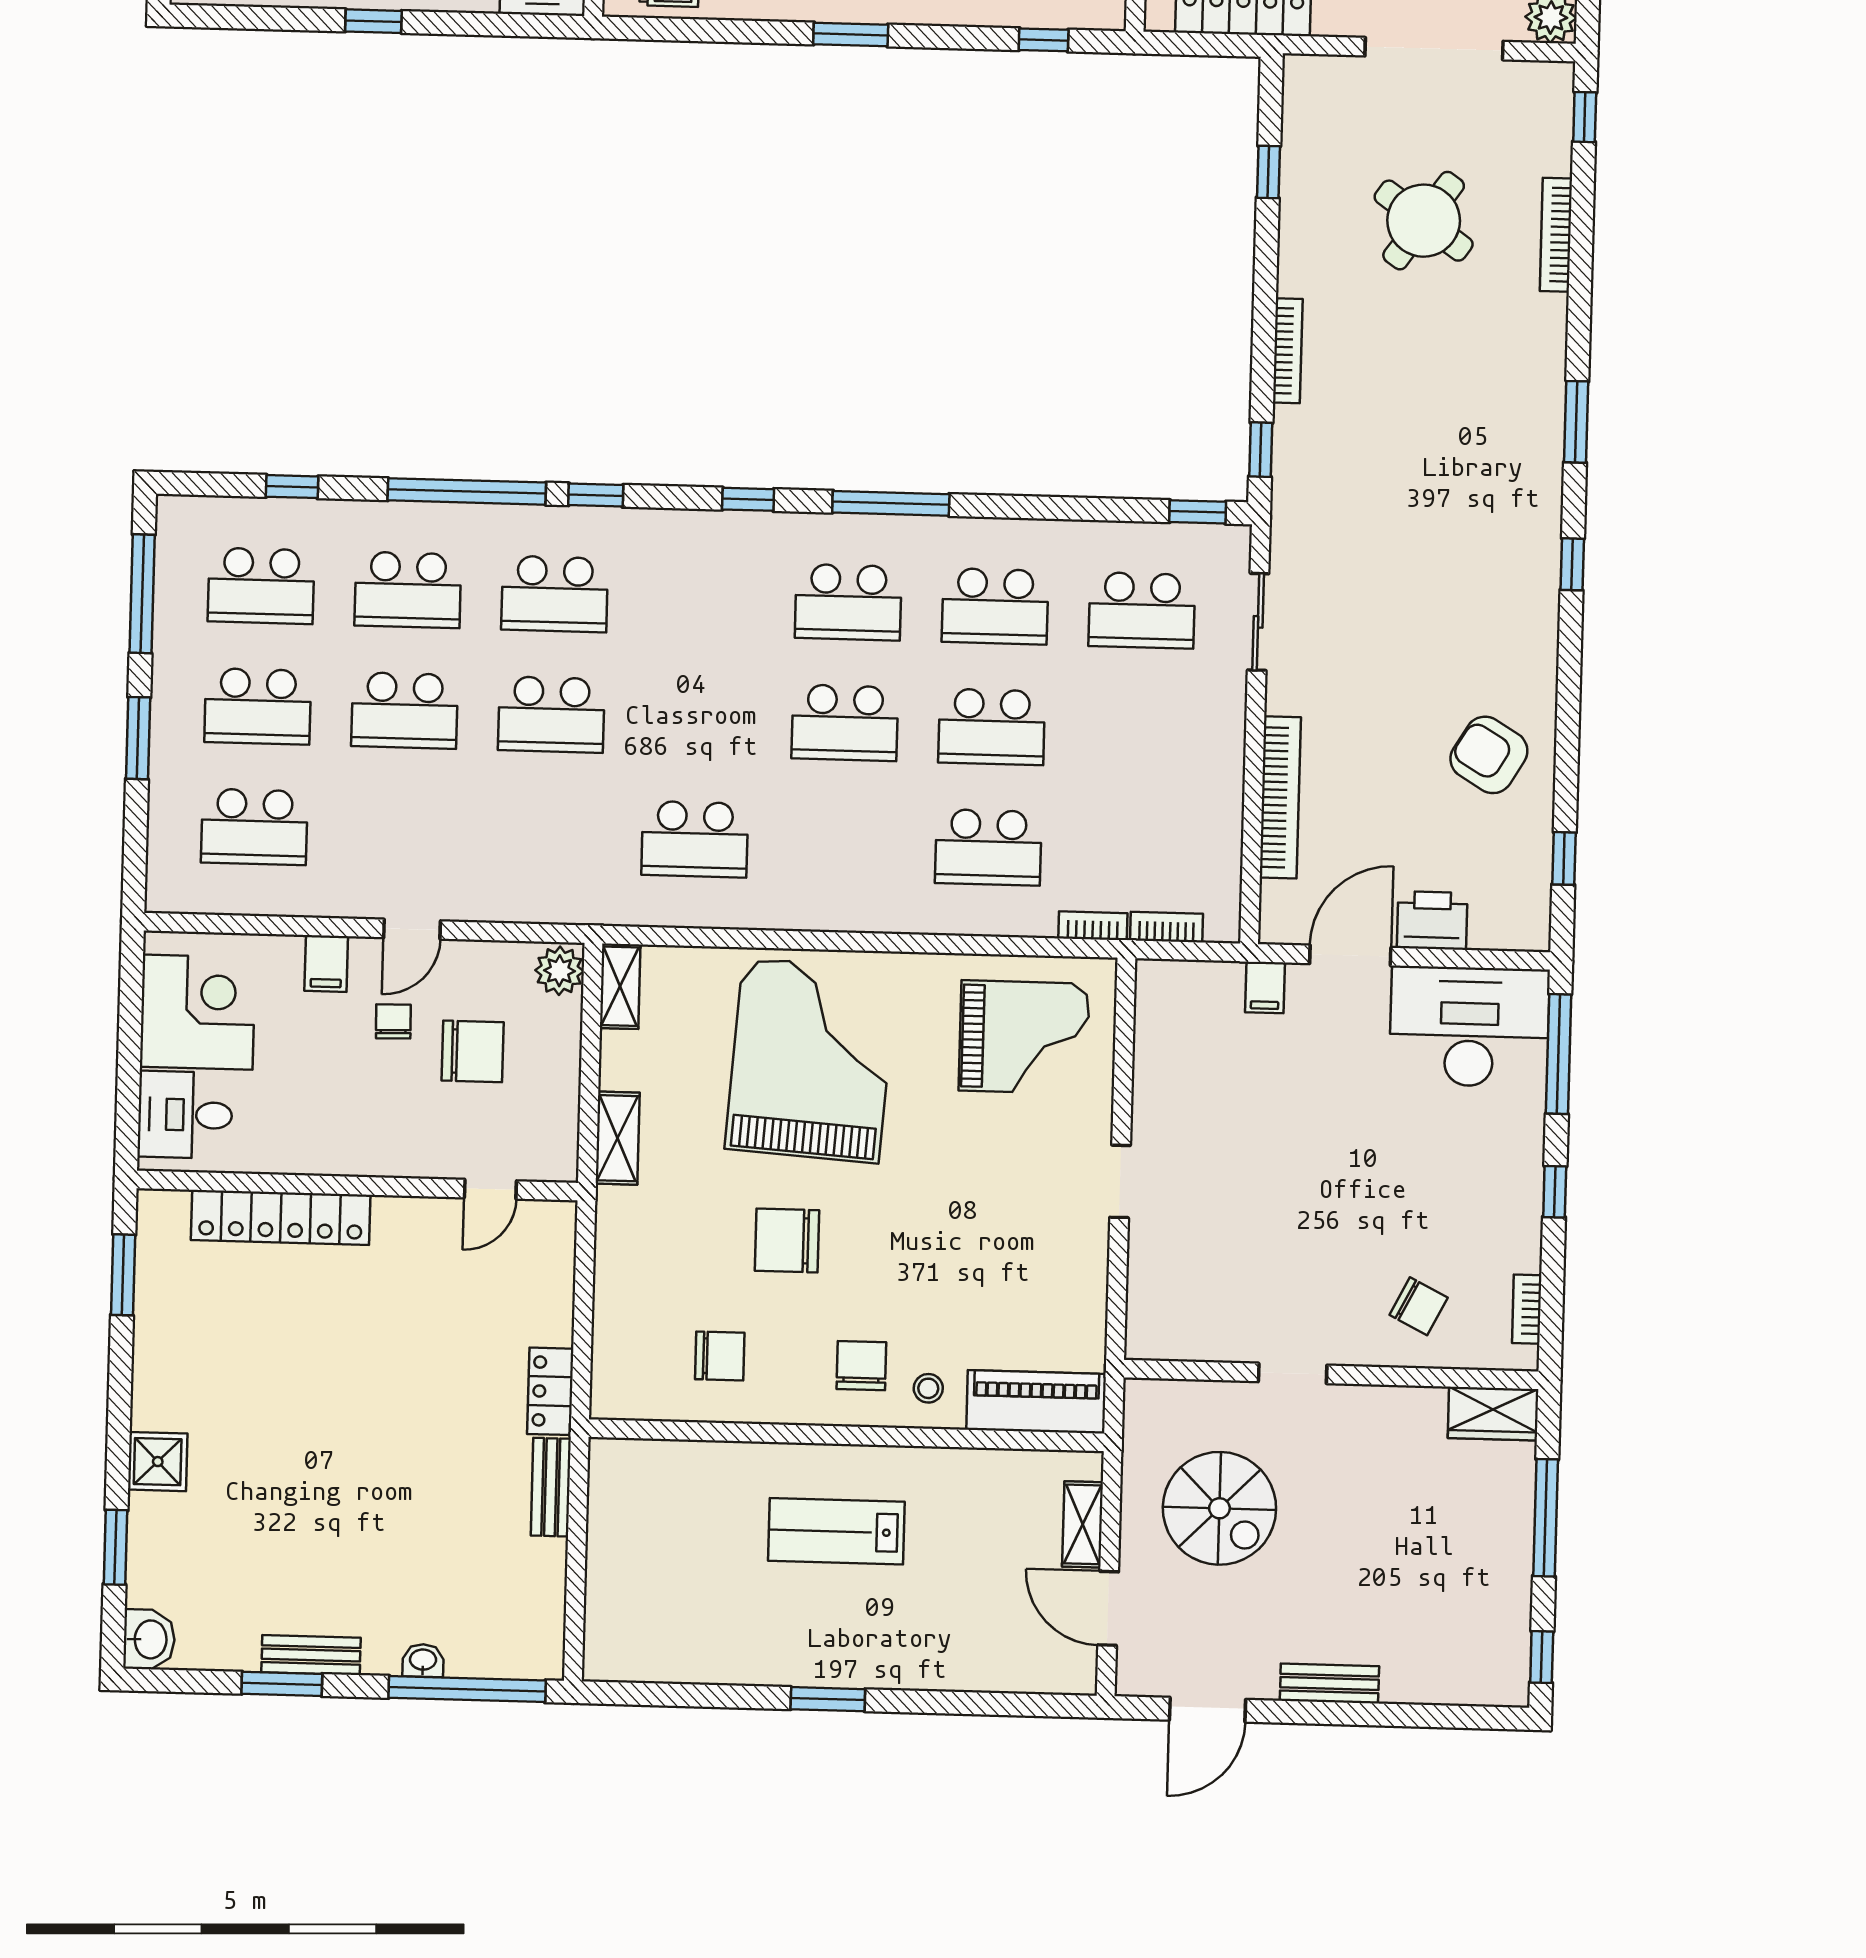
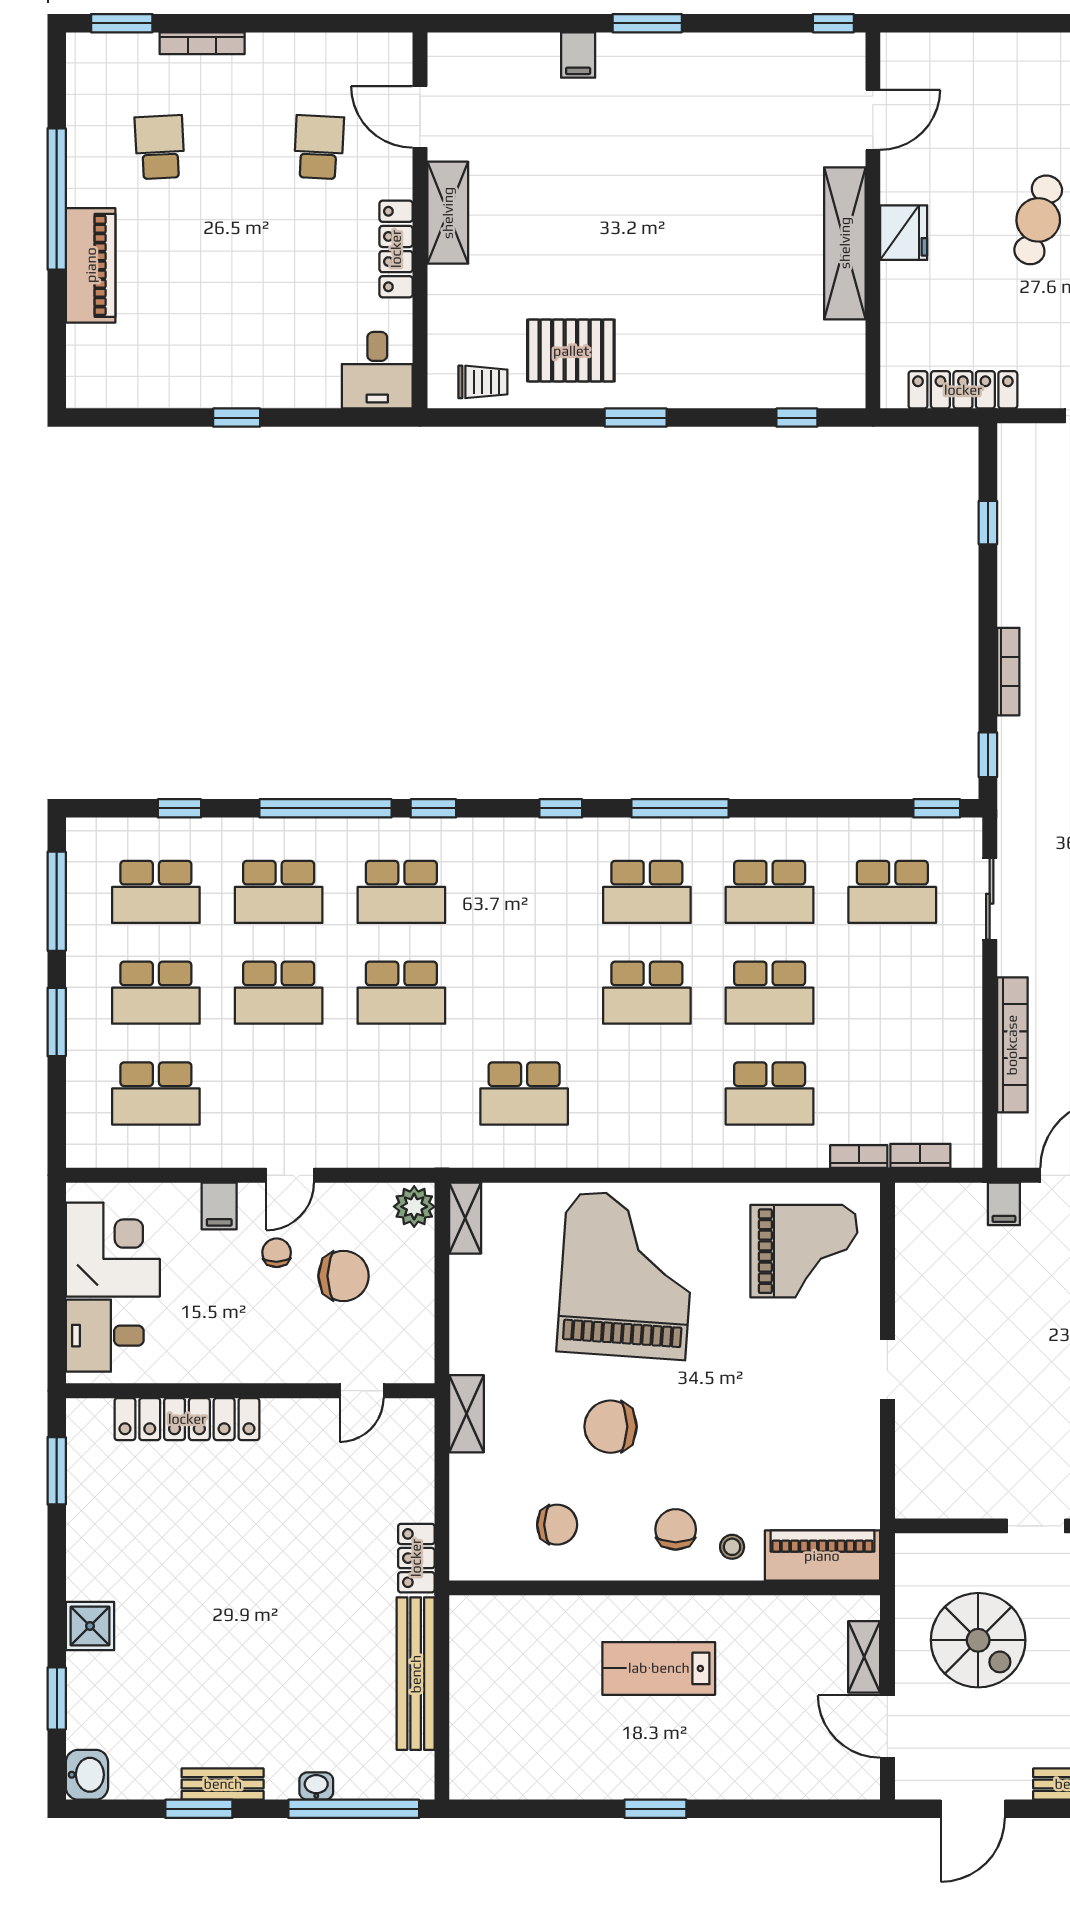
shelving: (618, 1138) -> (467, 1414), moved
bench: (551, 1487) -> (416, 1674), width x1.86, depth x1.21

